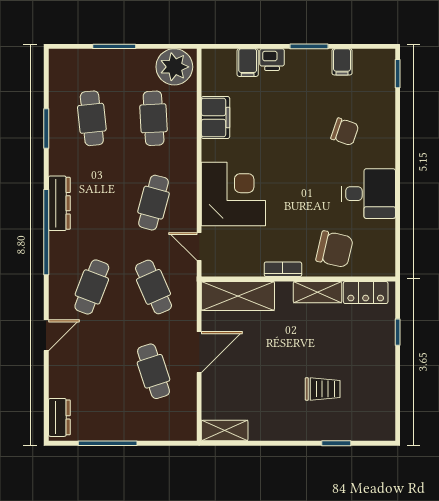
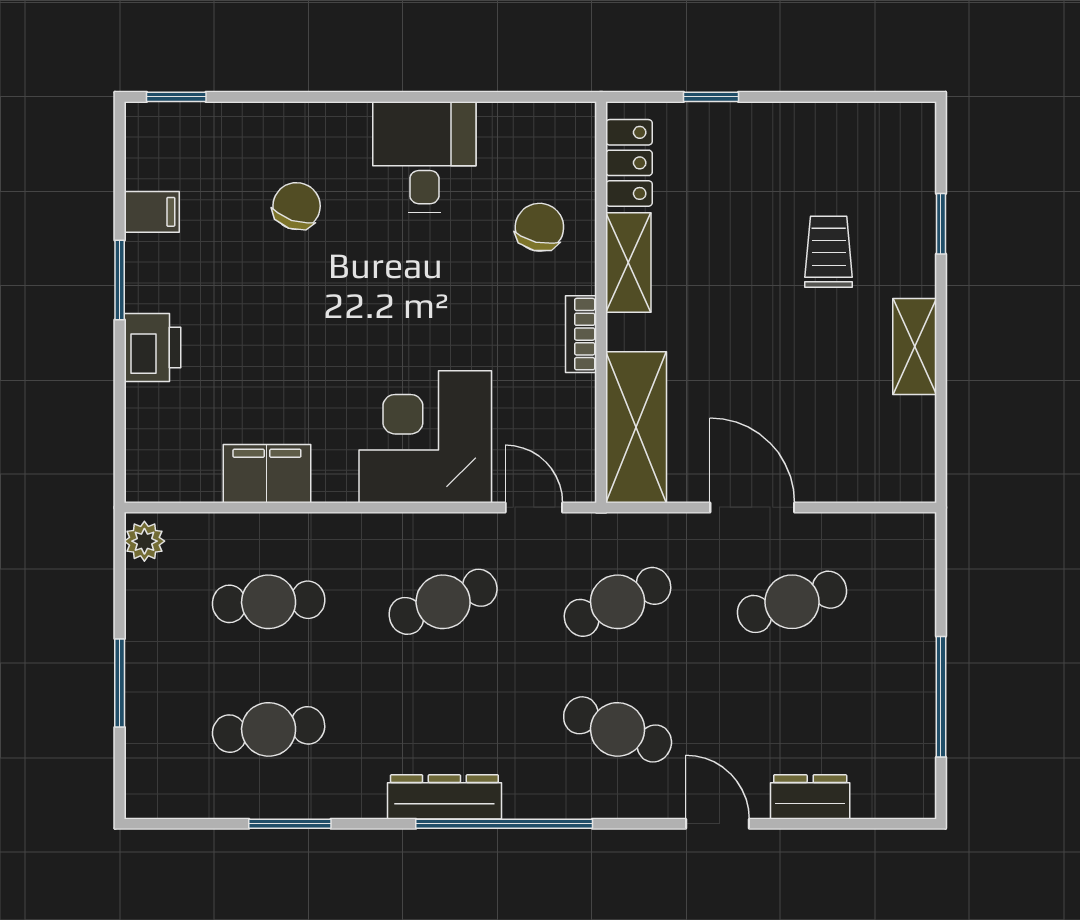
printer: (272, 60) -> (153, 347), width x1.36, depth x1.24
filing cabinet: (248, 63) -> (153, 407), removed
plant: (174, 67) -> (144, 541), width x0.53, depth x0.53
cafe table: (154, 203) -> (443, 602), turned -36
door: (199, 247) -> (534, 507), swing flipped
chair: (335, 249) -> (539, 227), width x0.73, depth x0.73
dresser: (59, 417) -> (810, 797), moved
shelving: (225, 430) -> (915, 347), moved

